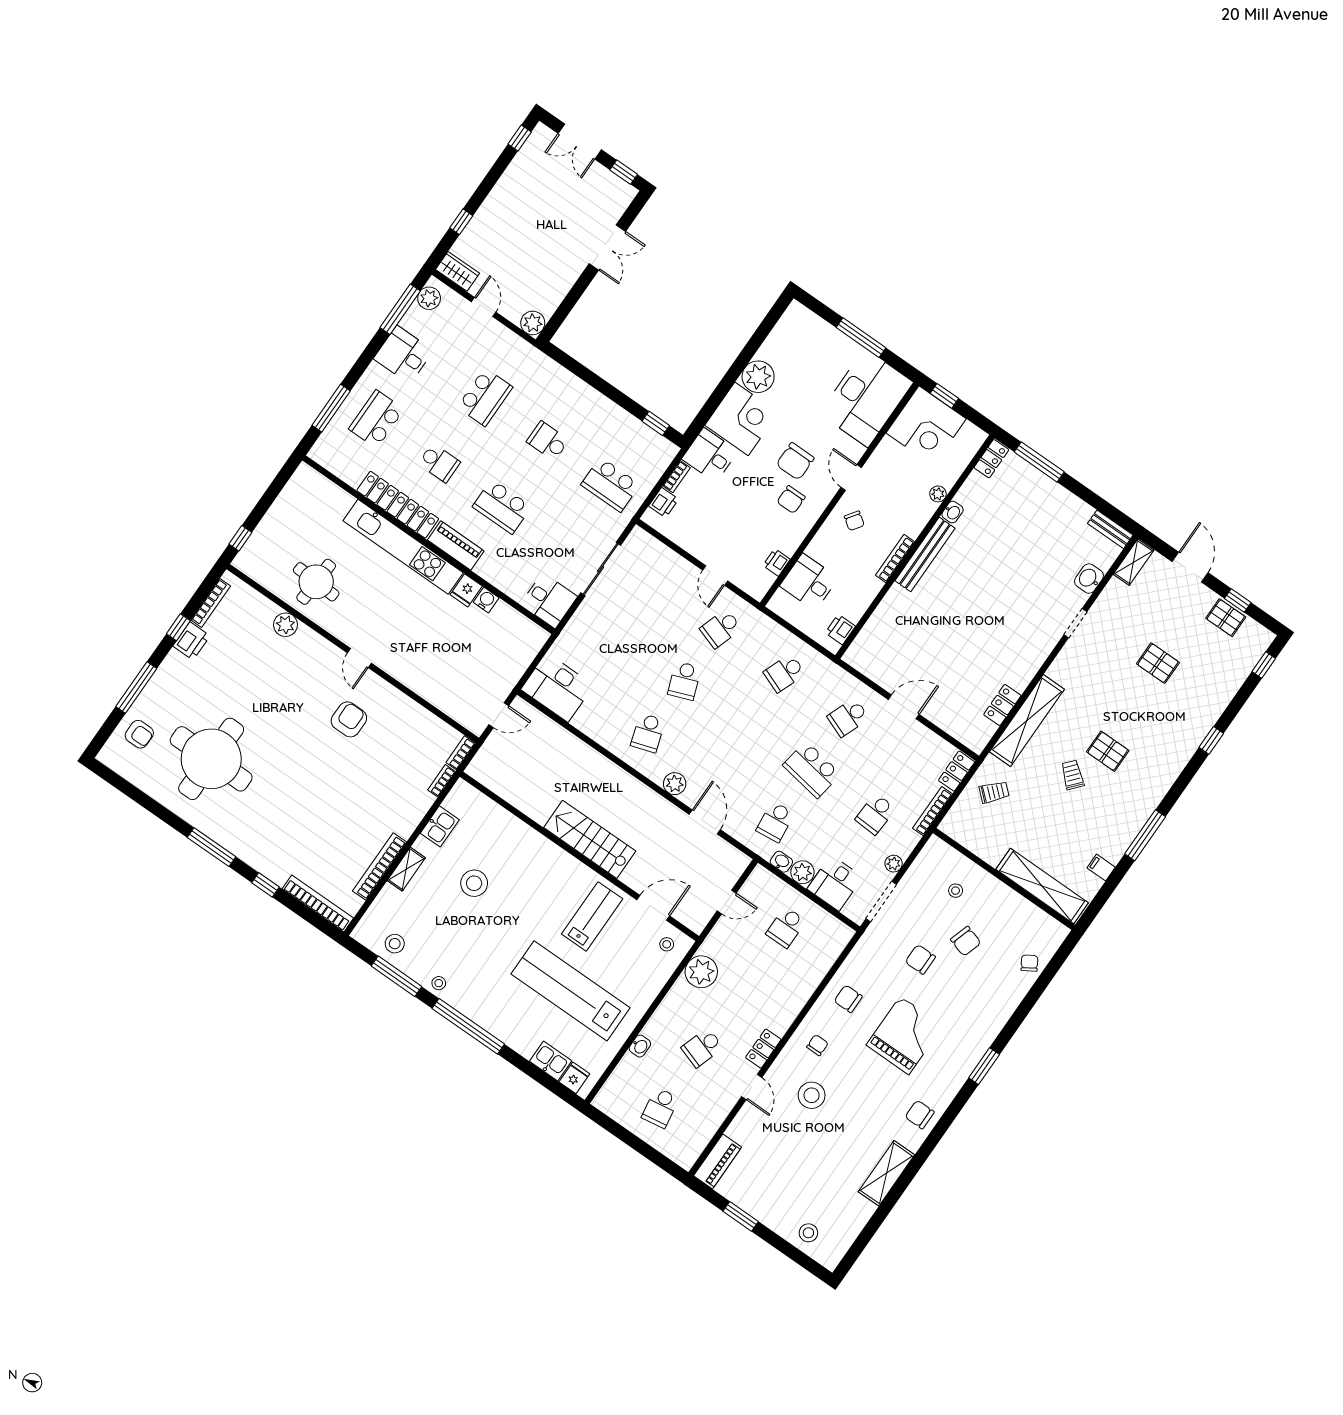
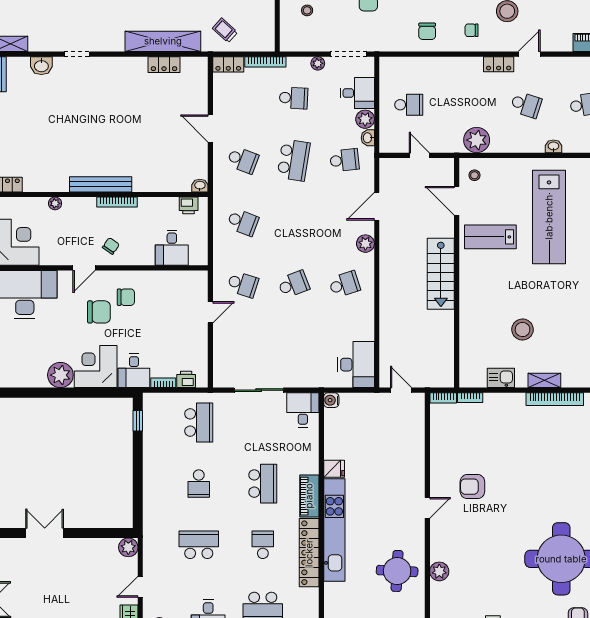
washbasin: (953, 512) -> (200, 186), moved
printer: (777, 562) -> (174, 278), removed
water cooler: (486, 600) -> (331, 400), moved

